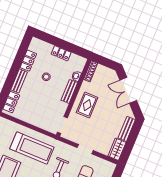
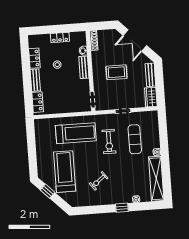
rug: (87, 105) -> (116, 72), moved, turned 90

